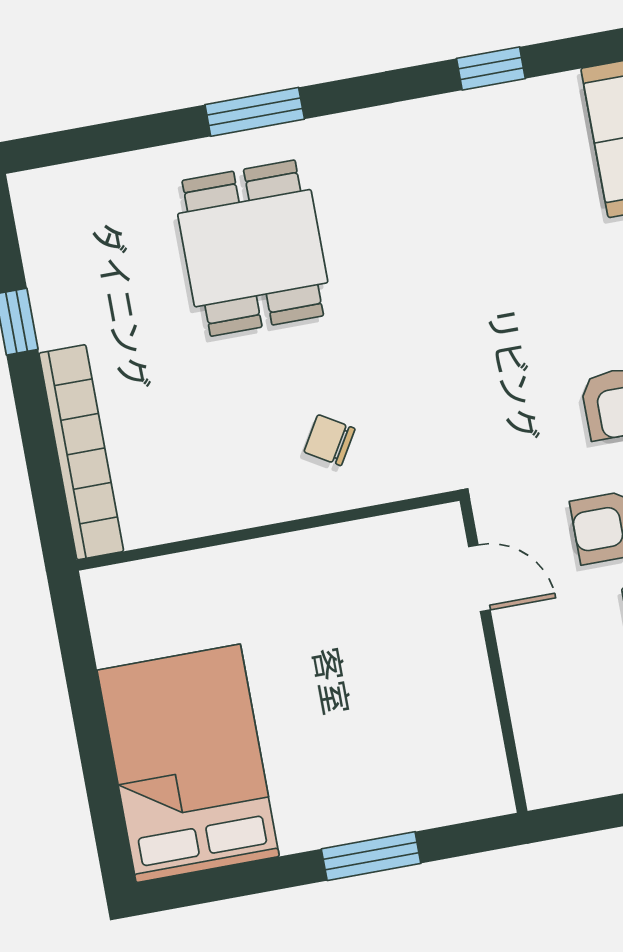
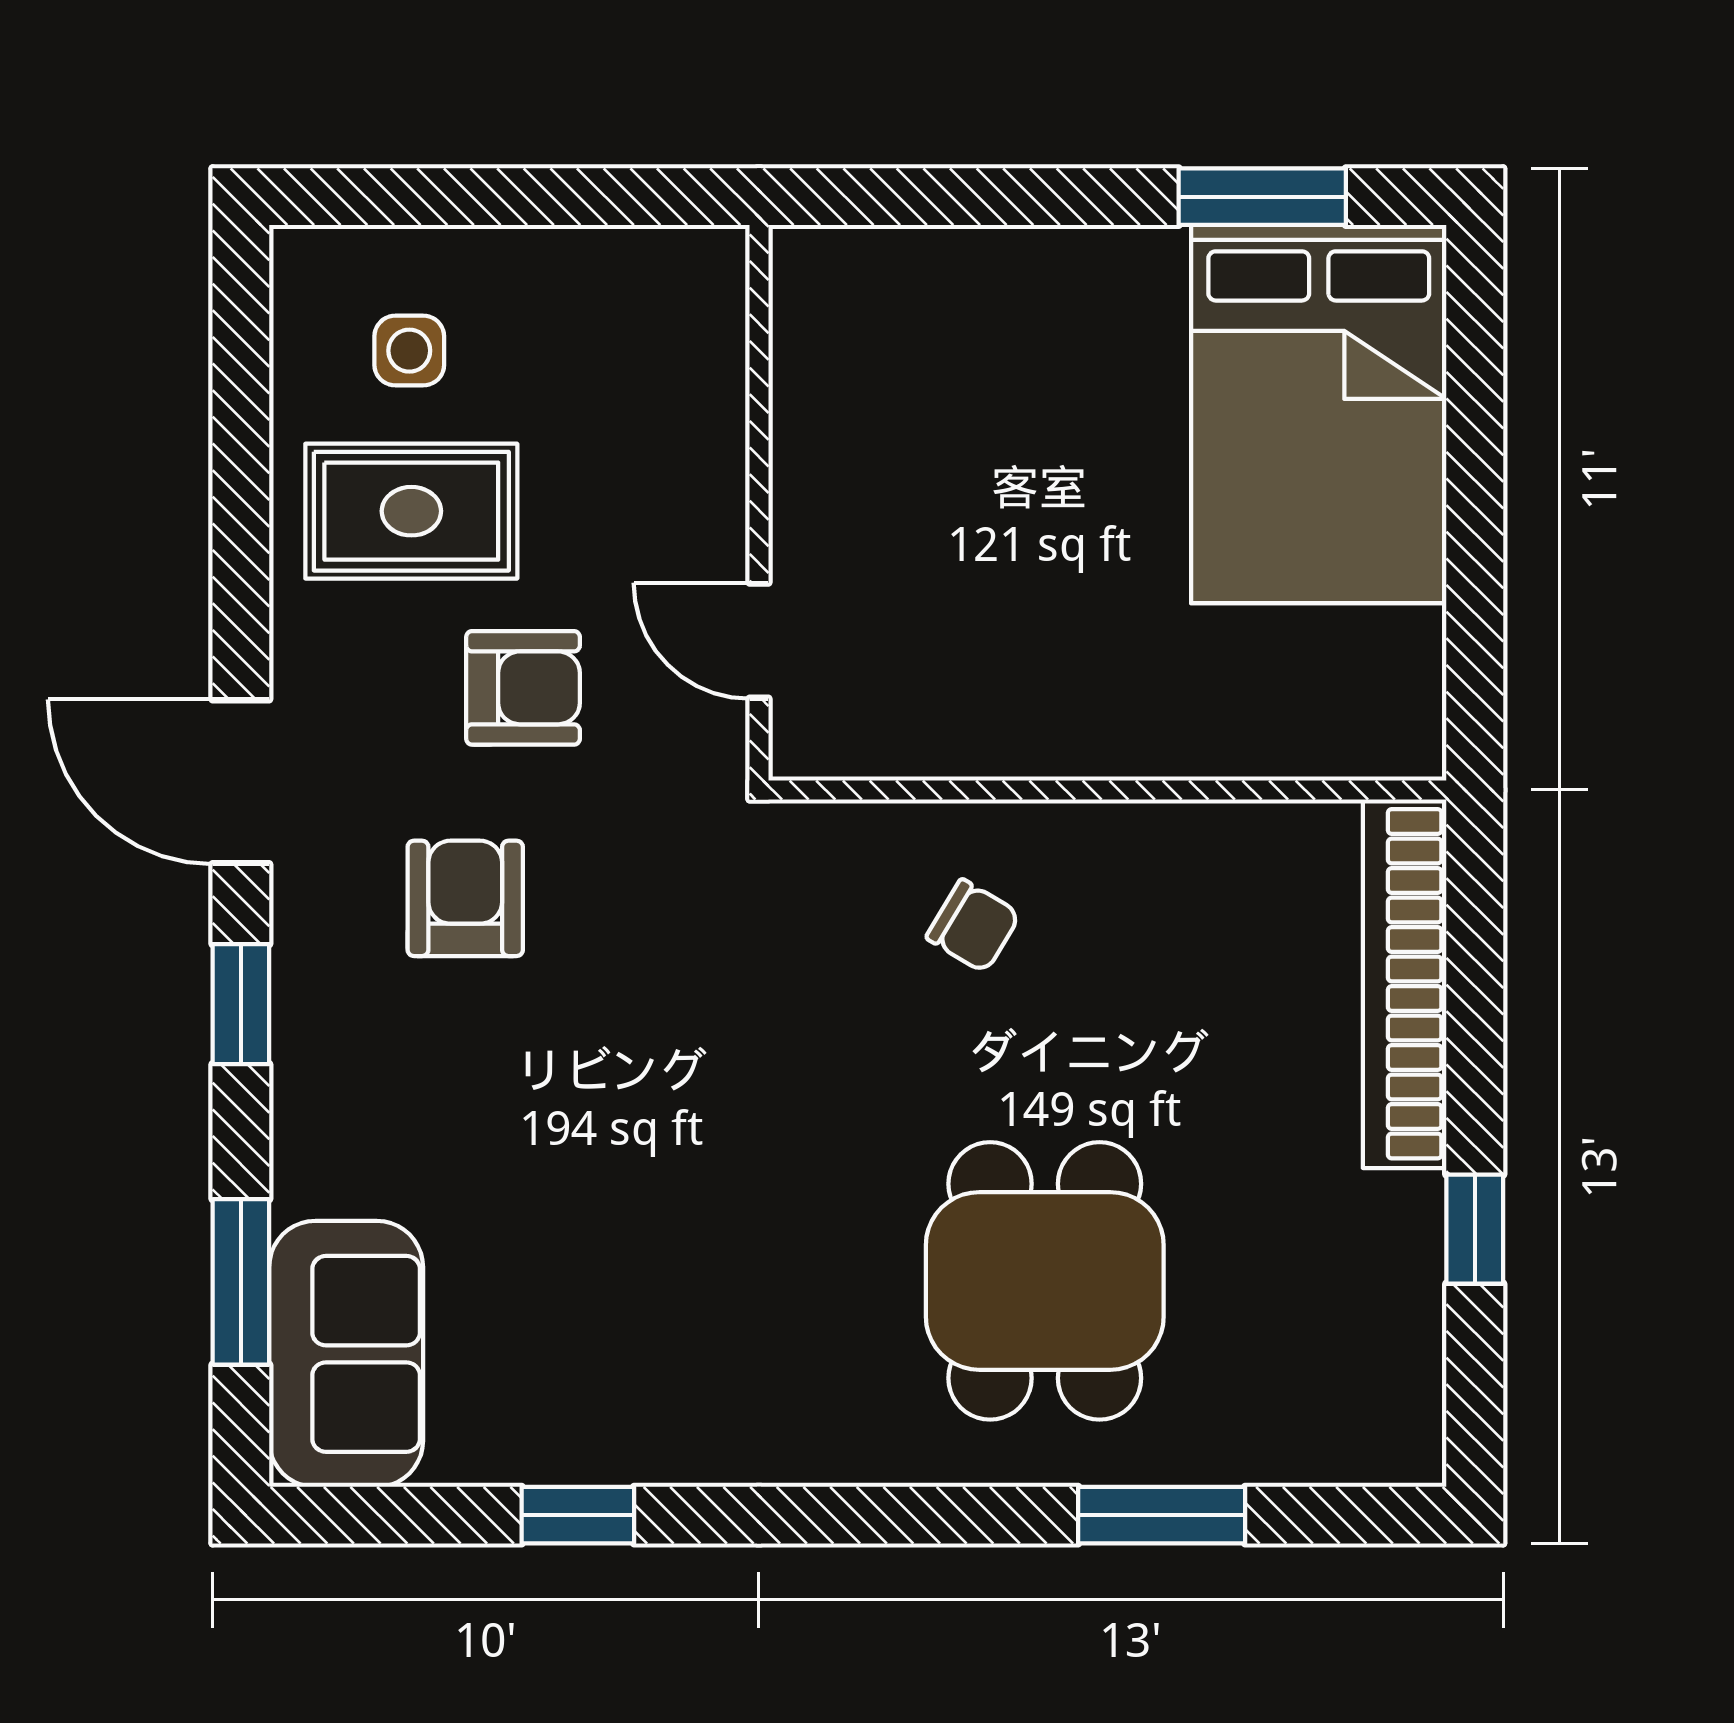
window: (255, 112) -> (1162, 1515), moved
window: (371, 856) -> (1262, 197), moved

